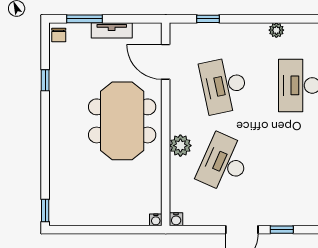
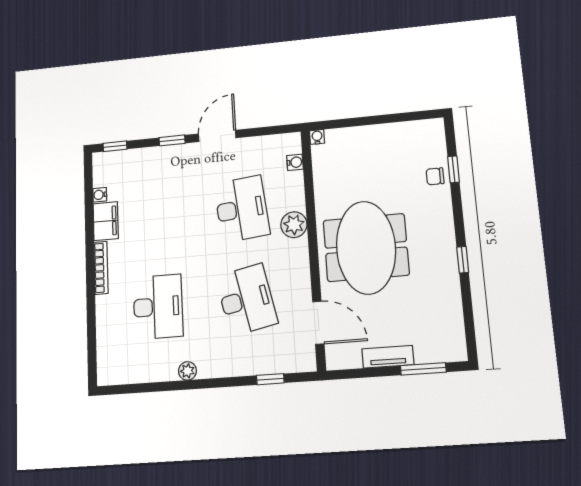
chair: (59, 35) -> (435, 176), moved, turned -90
window: (45, 80) -> (463, 260), moved
desk: (224, 163) -> (242, 209), turned -30
window: (45, 210) -> (454, 169), moved
water cooler: (176, 219) -> (295, 162), moved, turned 90

